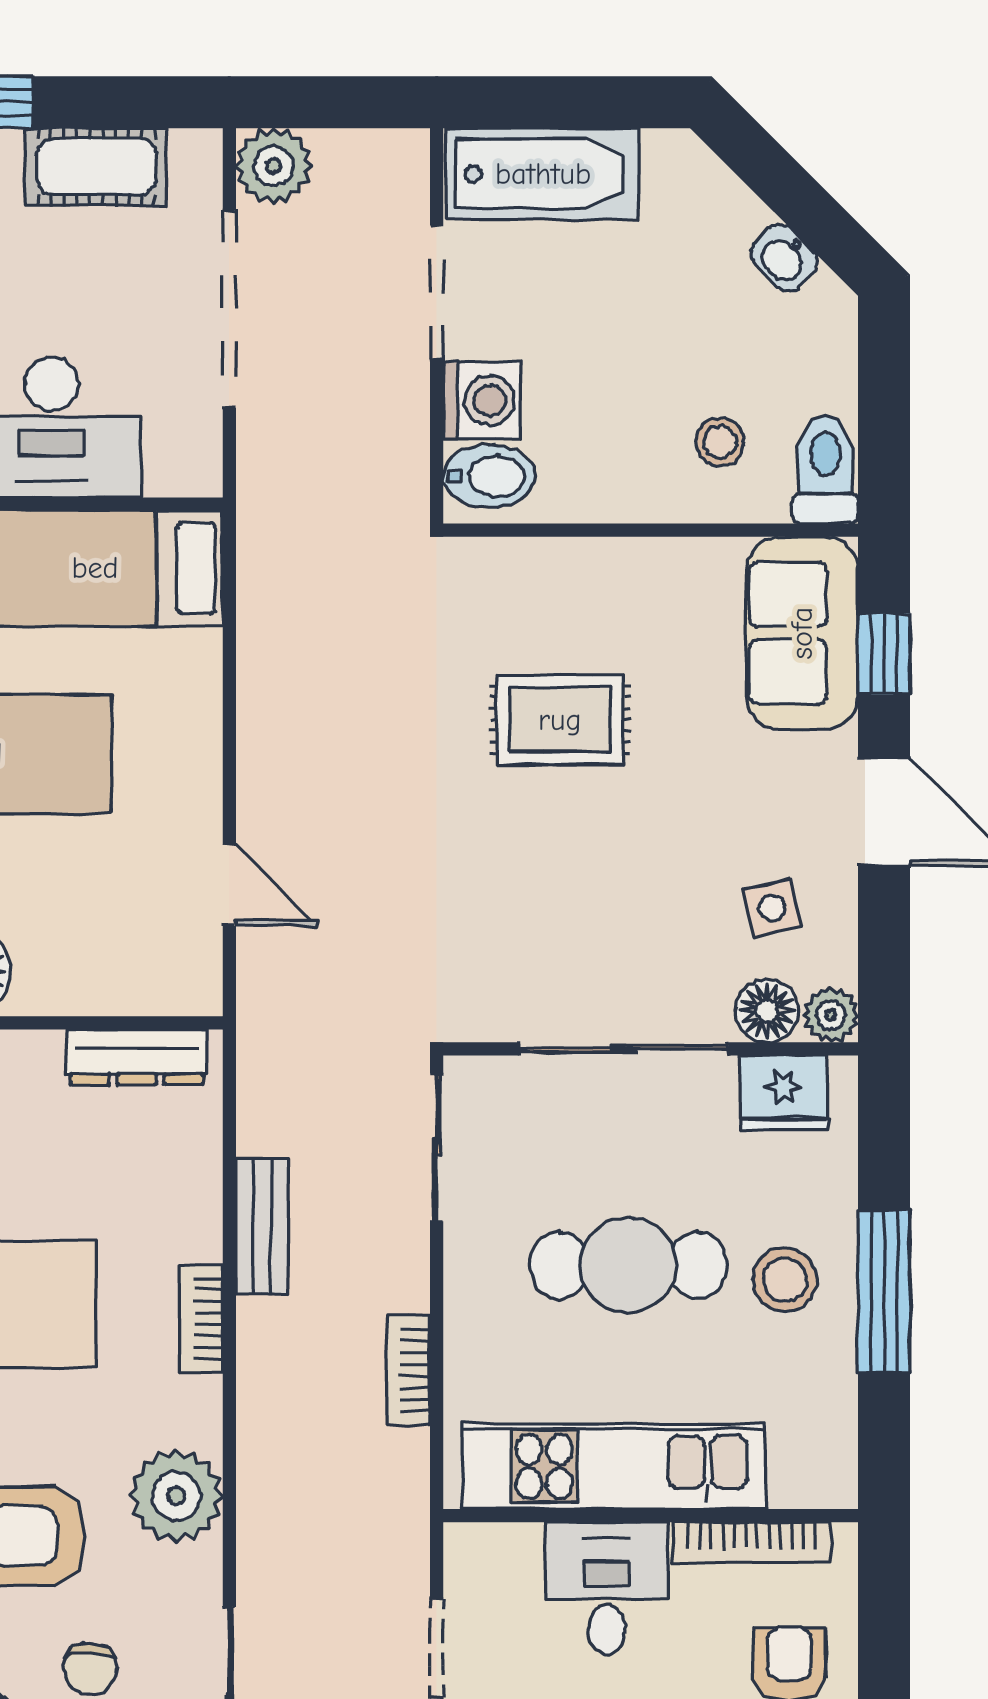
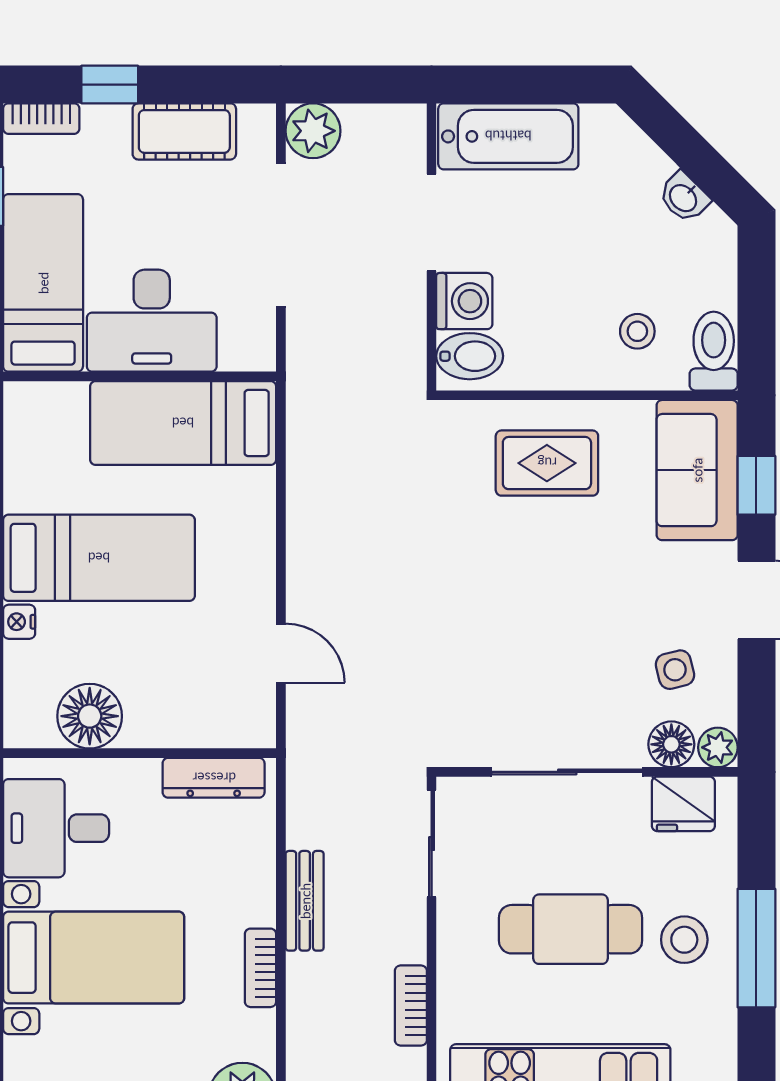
rug: (560, 720) -> (547, 463), moved

